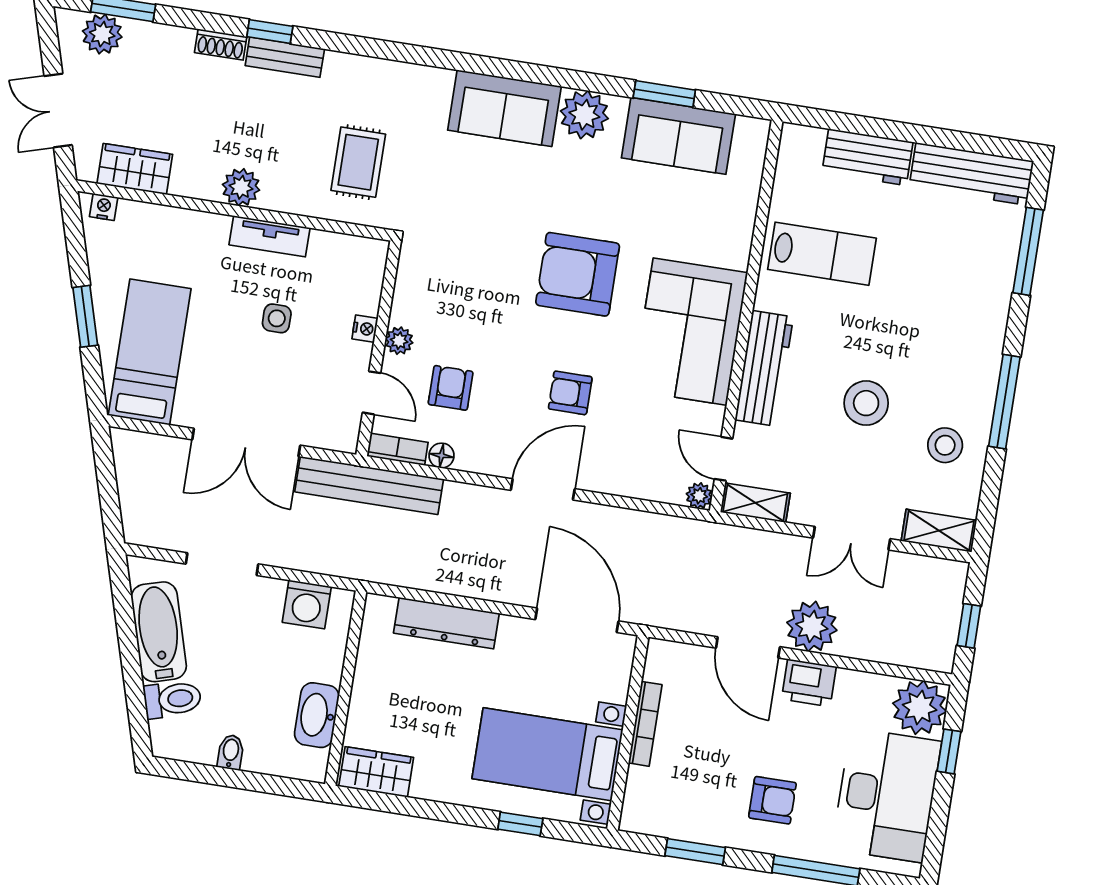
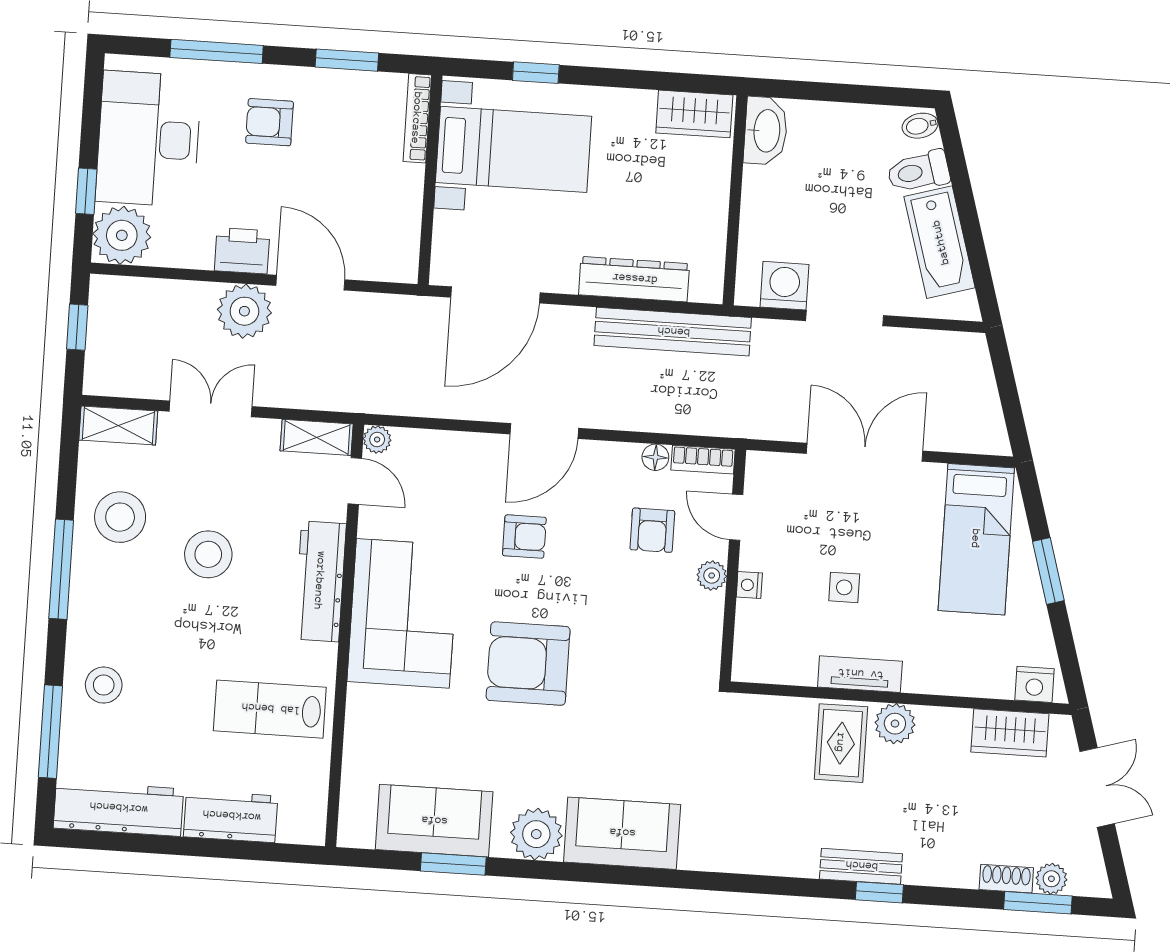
plant: (102, 34) -> (1051, 879), width x0.73, depth x0.73
shoe rack: (221, 45) -> (1006, 879), moved
rug: (358, 162) -> (841, 743), moved
nightstand: (104, 207) -> (1034, 684), width x1.39, depth x1.35
armchair: (578, 274) -> (528, 664), turned 180
stool: (975, 290) -> (104, 685), added
stool: (945, 445) -> (120, 517), width x1.38, depth x1.38
bench: (369, 485) -> (673, 332), moved
doorway: (222, 564) -> (845, 318), moved
door: (577, 620) -> (495, 295), hinge flipped
washbasin: (317, 715) -> (766, 131), moved
bookcase: (645, 724) -> (417, 118), moved
bidet: (231, 752) -> (920, 126), moved, turned 73

